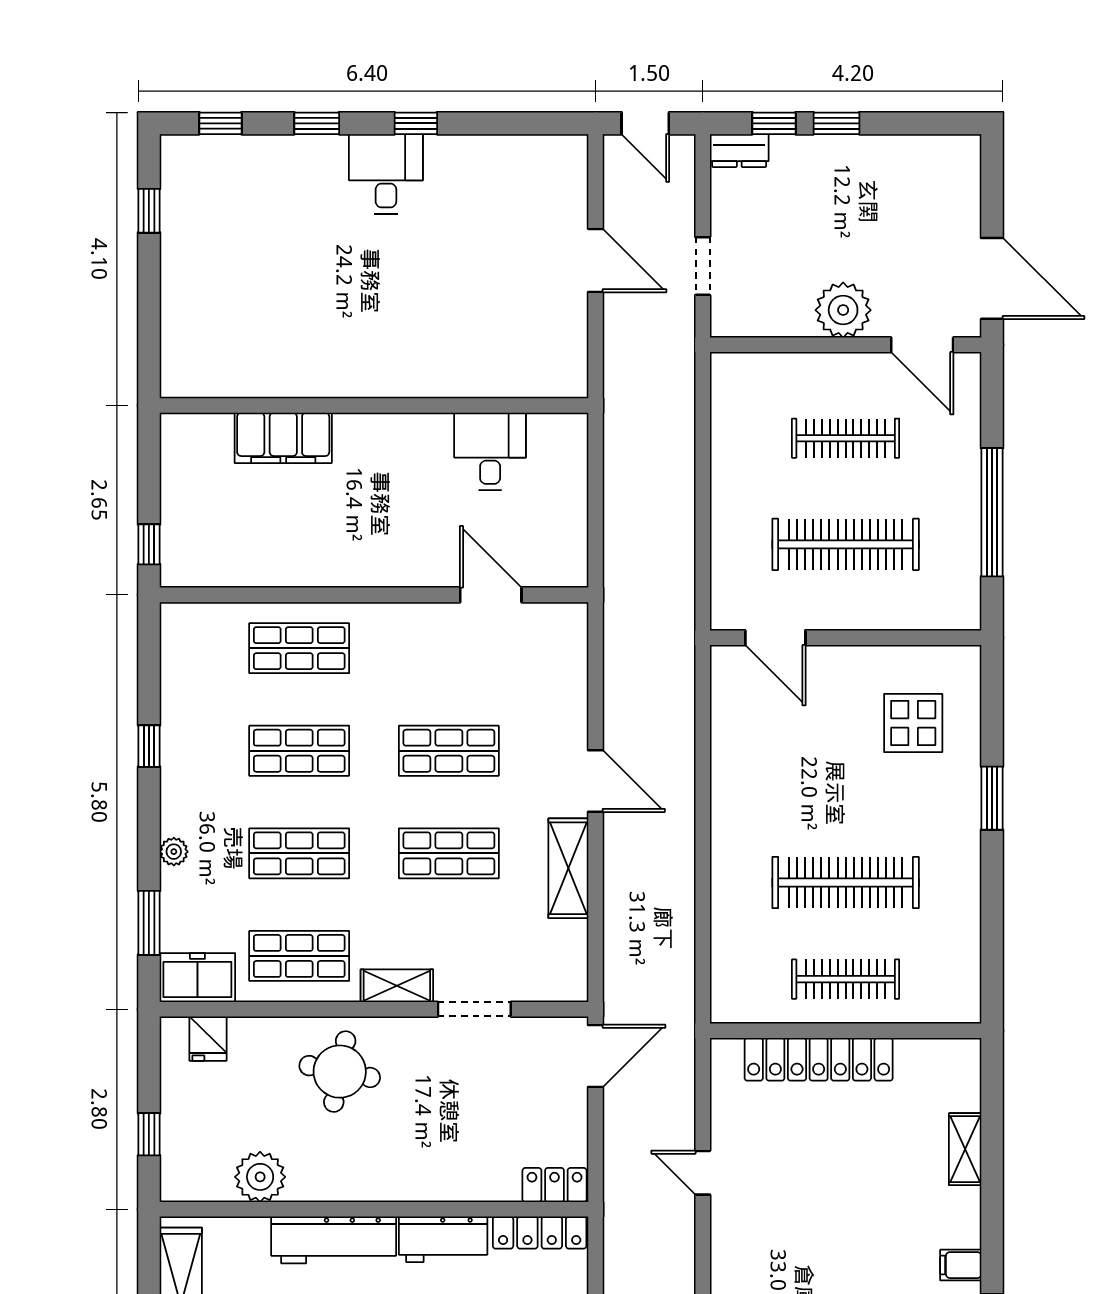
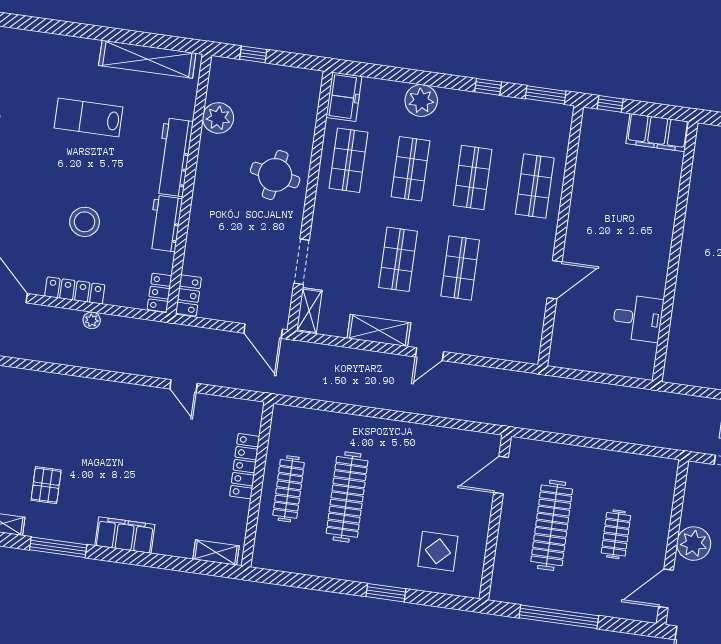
filing cabinet: (283, 438) -> (657, 133), moved, turned -90
clothes rail: (846, 438) -> (616, 534), width x0.73
door: (491, 595) -> (555, 280), moved
door: (596, 781) -> (429, 354), width x0.73
plant: (174, 852) -> (421, 101), width x1.87, depth x1.87
window: (149, 923) -> (546, 95), moved
shelving: (397, 986) -> (309, 311), moved
fridge: (208, 1039) -> (306, 98), removed
locker: (819, 1059) -> (245, 466), width x0.71, depth x0.83
shelving: (965, 1149) -> (216, 553), moved
door: (703, 1173) -> (183, 386), swing flipped
locker: (540, 1233) -> (160, 293), width x0.66
filing cabinet: (961, 1265) -> (125, 535), width x3.00, depth x1.17

